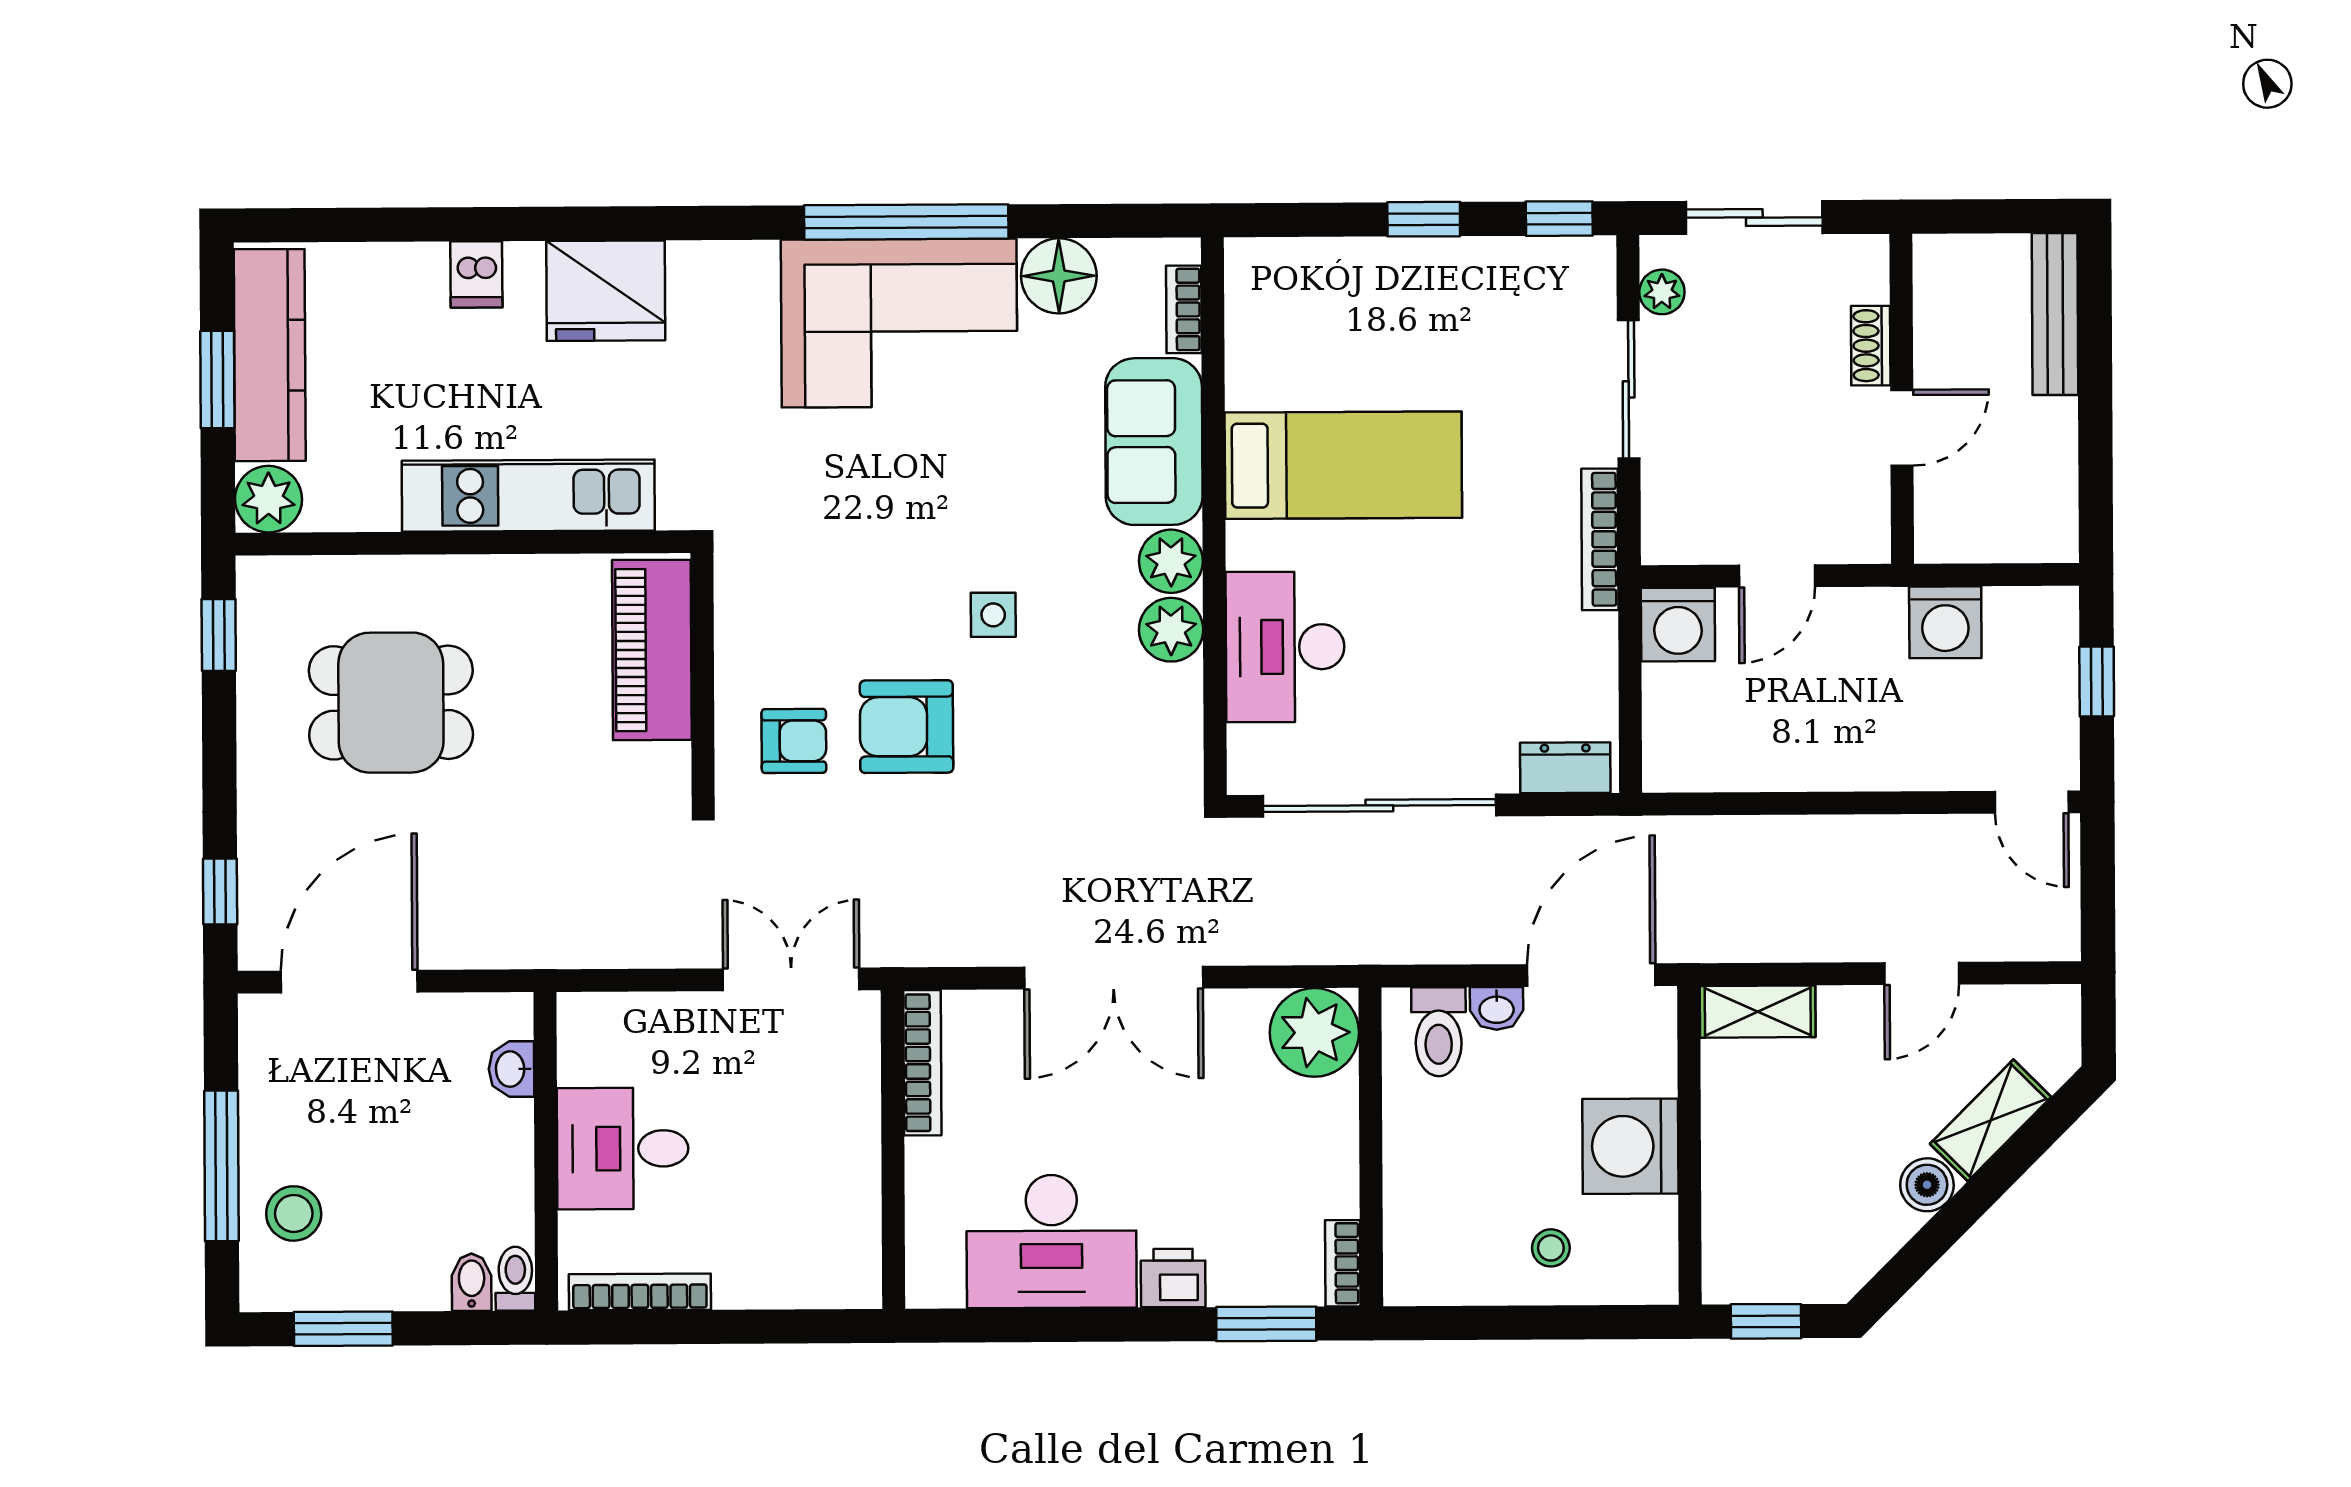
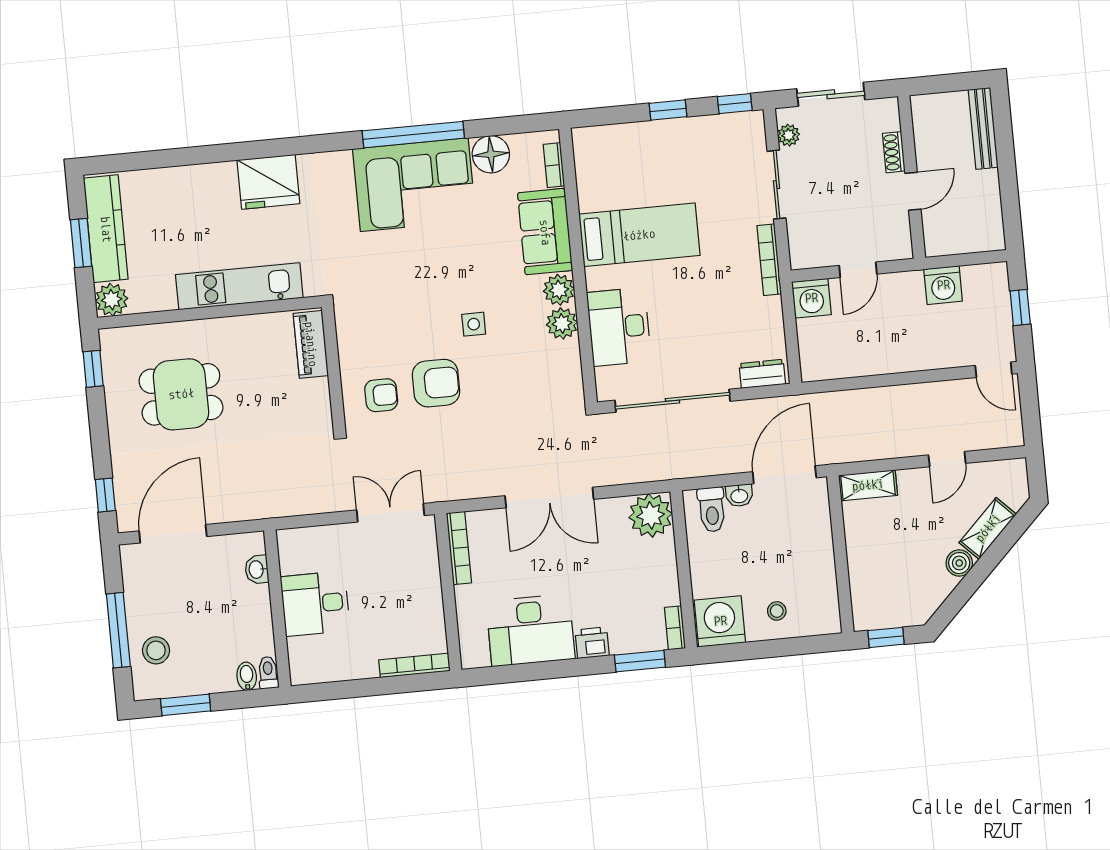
dishwasher: (476, 274) -> (204, 180), removed
piano: (652, 650) -> (311, 344), width x0.73, depth x0.75
armchair: (907, 727) -> (436, 383), turned 180
washing machine: (1630, 1146) -> (720, 621), moved, turned 90
bookcase: (640, 1292) -> (414, 665), moved

